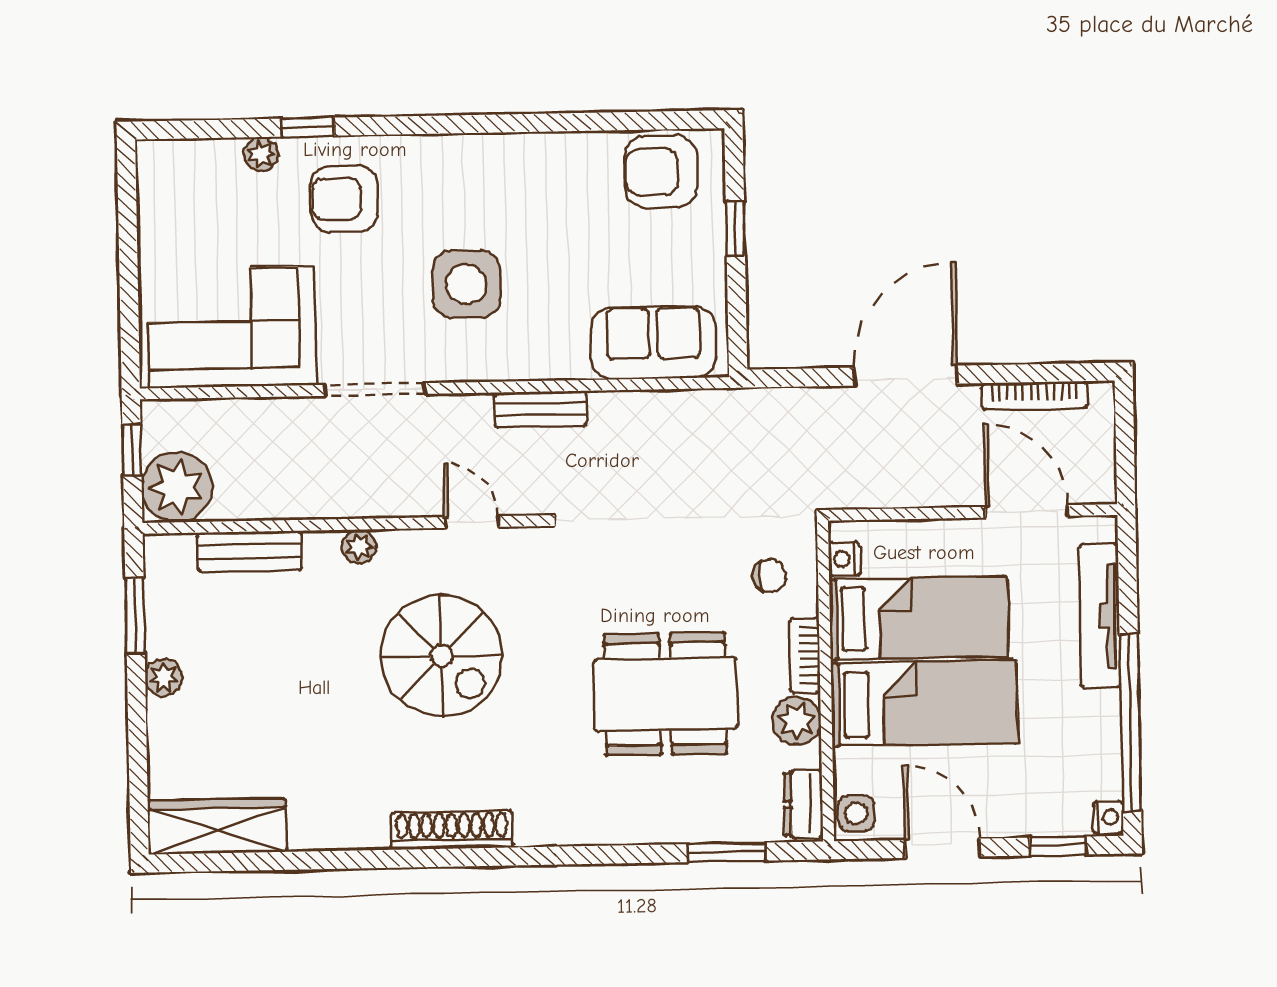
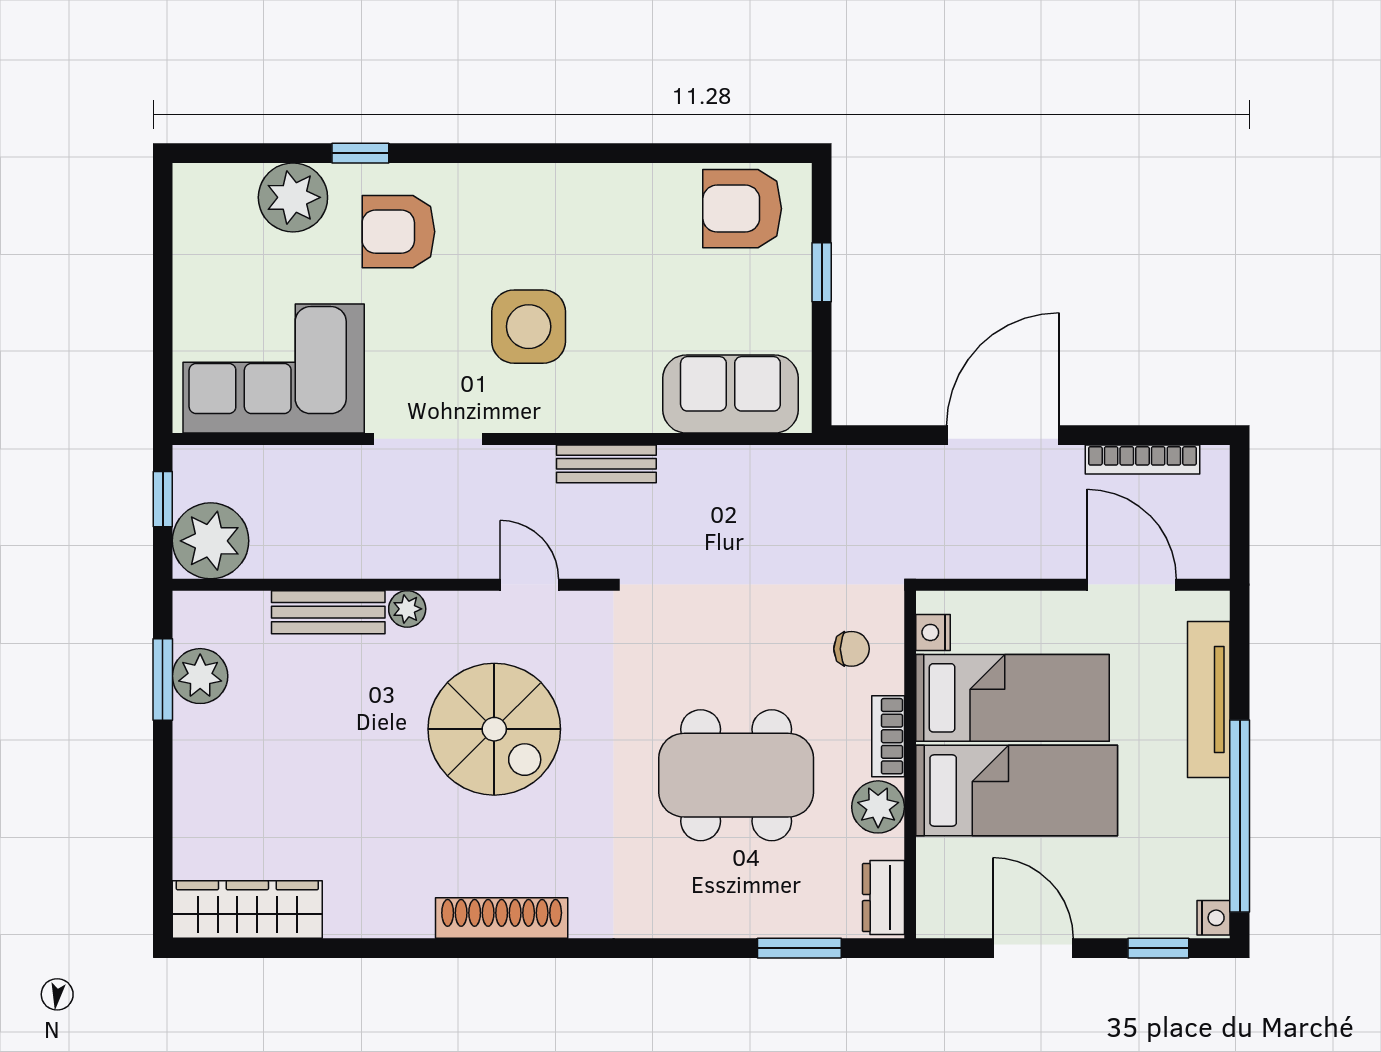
plant: (261, 154) -> (293, 197), width x1.87, depth x1.87
bench: (250, 552) -> (328, 612), moved
plant: (164, 678) -> (200, 676), moved, width x1.38, depth x1.38
side table: (856, 813) -> (940, 909), removed

